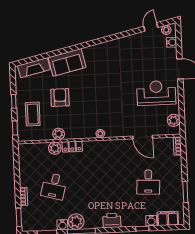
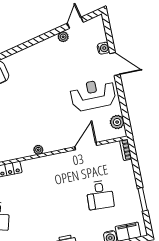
plant: (166, 30) -> (63, 37), moved
water cooler: (172, 42) -> (103, 48), moved
door: (143, 137) -> (86, 146), swing flipped

